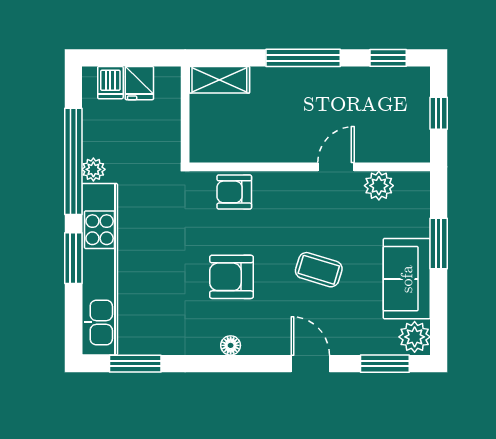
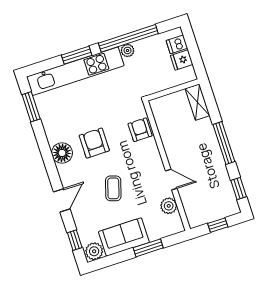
floor lamp: (231, 345) -> (62, 153), width x1.89, depth x1.89
window: (385, 364) -> (75, 240), width x0.67

